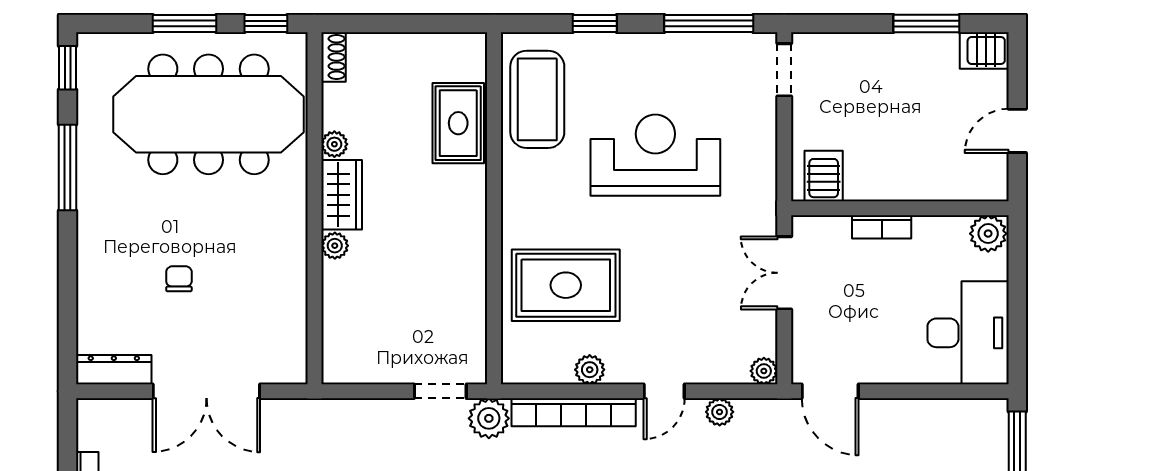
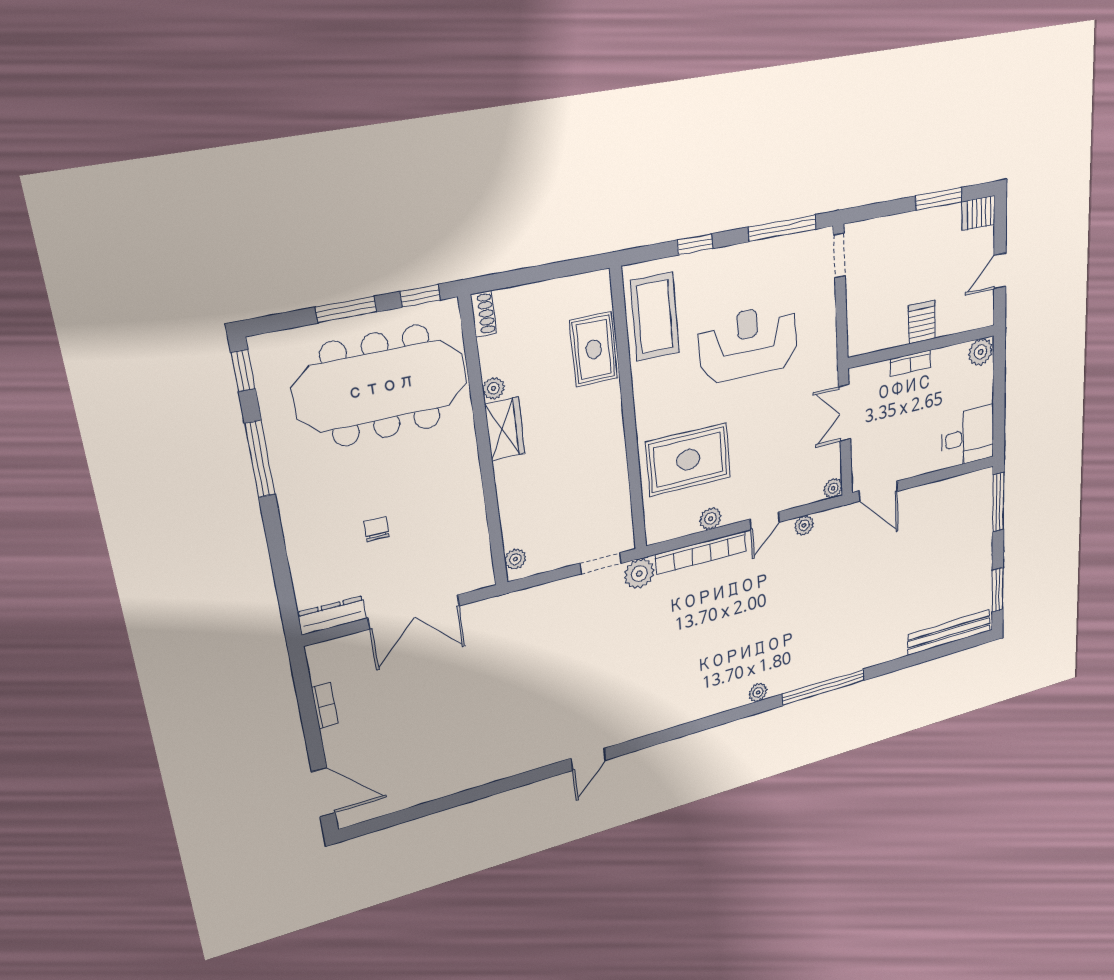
server rack: (824, 176) -> (922, 322), moved
plant: (335, 246) -> (515, 559), moved
desk: (968, 333) -> (968, 437), width x0.73

